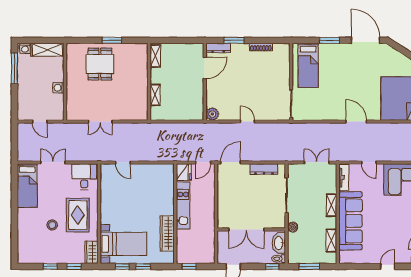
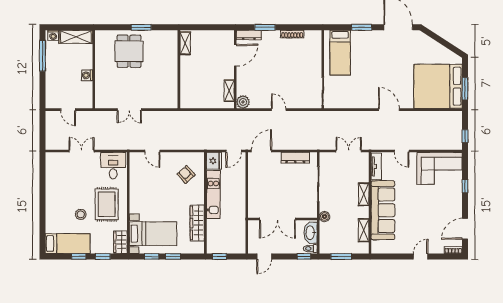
shelving: (155, 95) -> (229, 91), moved
bed: (27, 186) -> (68, 244), moved, turned -90
armchair: (156, 186) -> (186, 174), added

